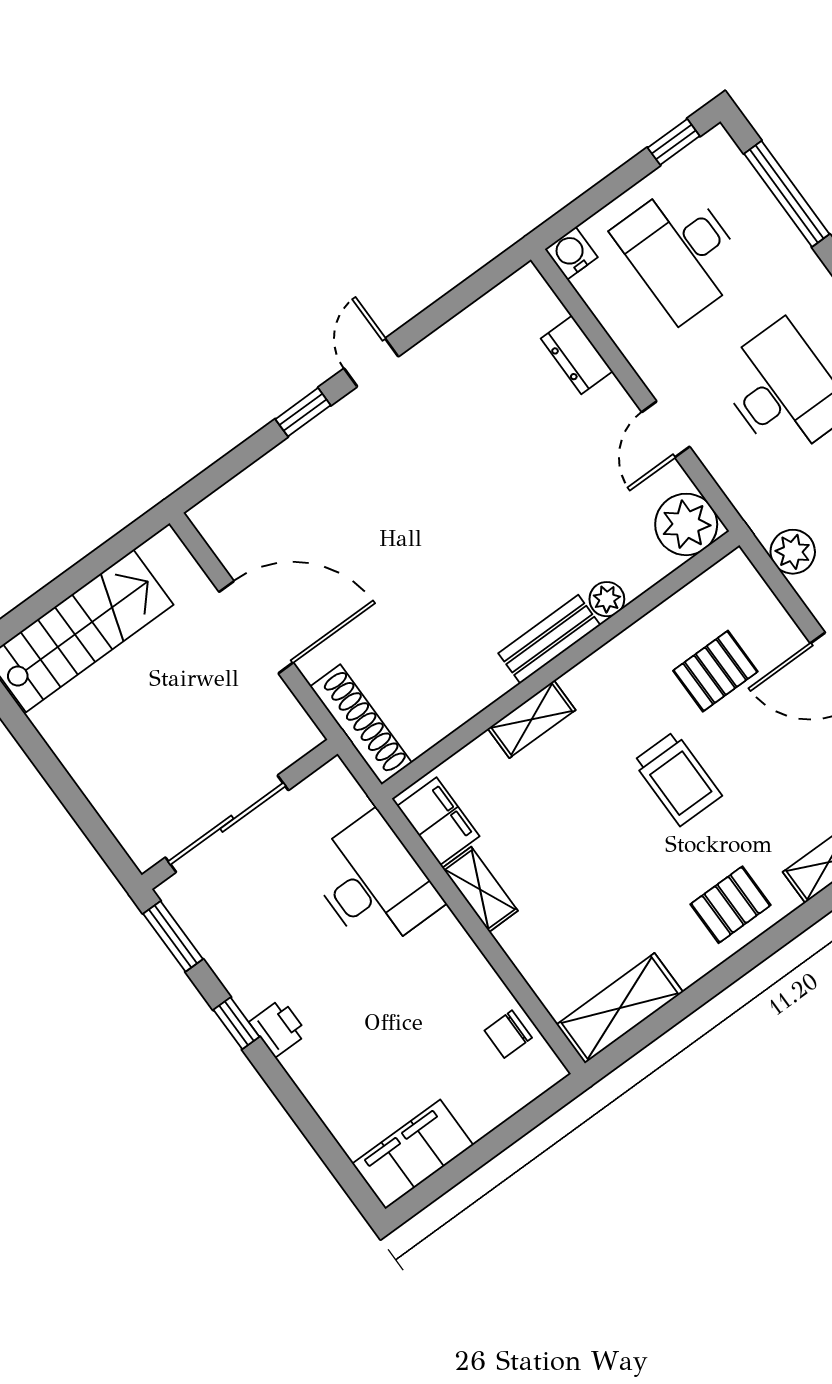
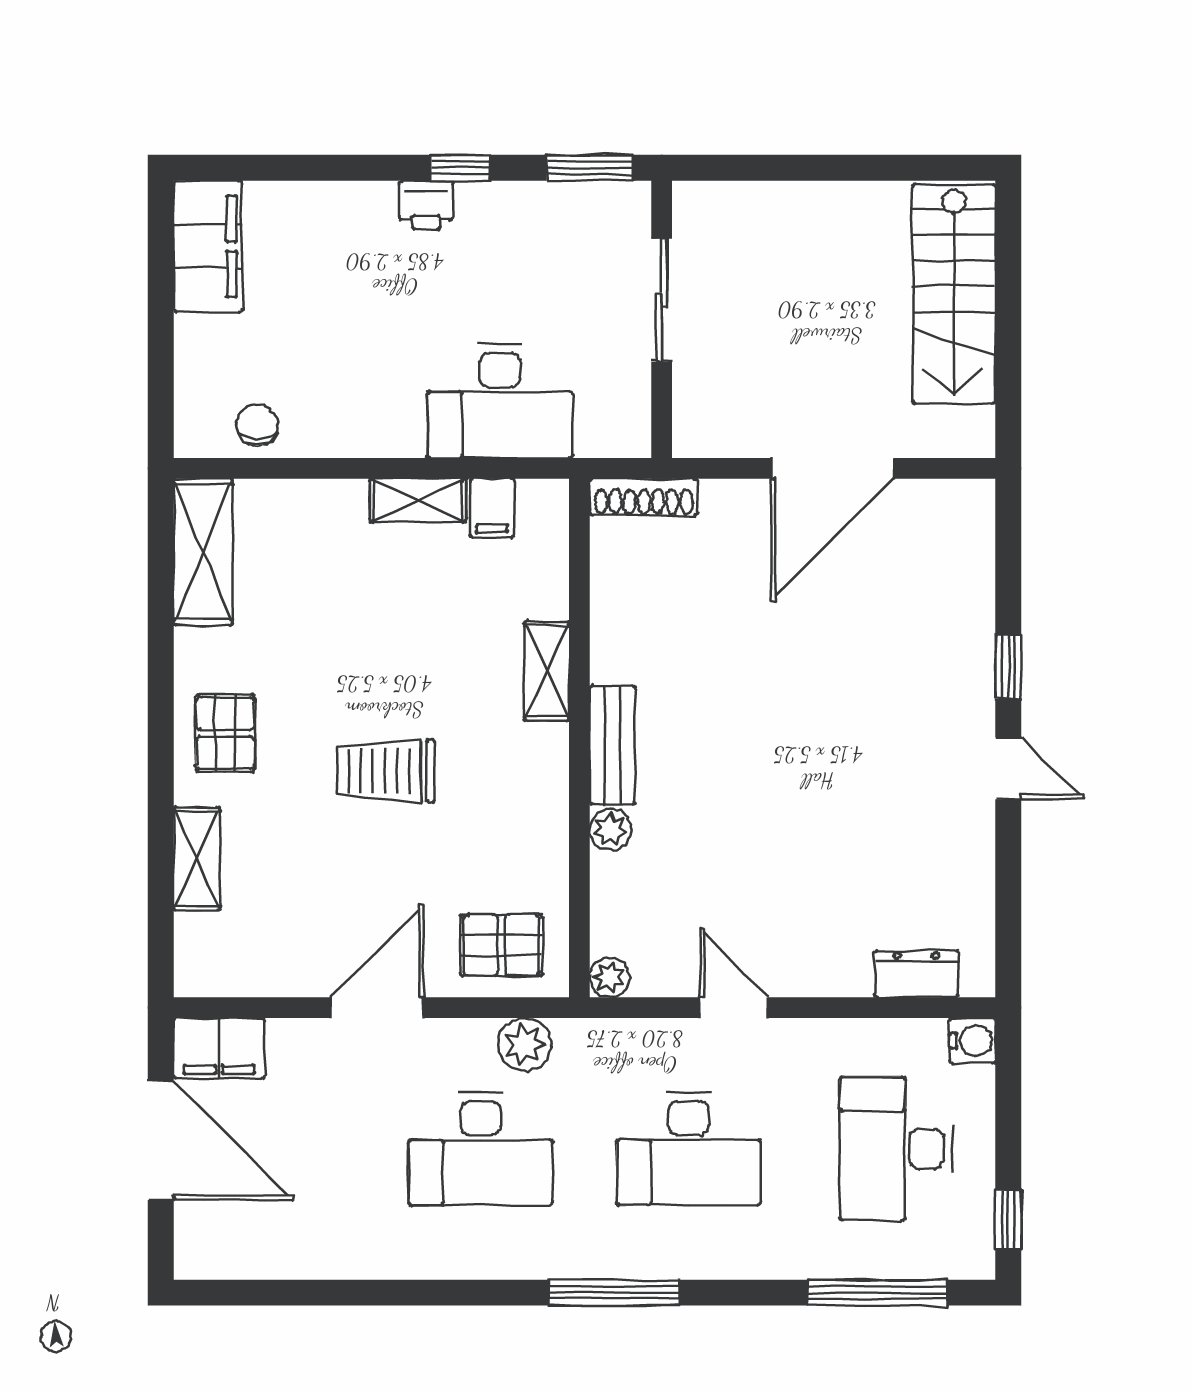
desk: (681, 252) -> (896, 1149), turned -90
dresser: (577, 355) -> (916, 974), moved
plant: (686, 524) -> (610, 977), width x0.53, depth x0.53
pallet: (715, 671) -> (501, 945), moved, turned 90
shoe rack: (361, 724) -> (644, 497), width x0.74, depth x0.81
filing cabinet: (438, 821) -> (492, 508), width x0.50
sliding door: (227, 824) -> (662, 300), width x0.73

